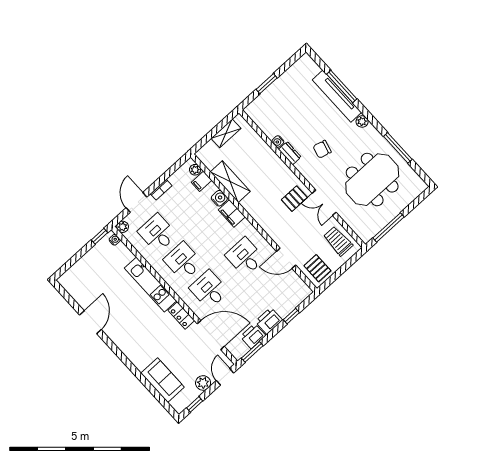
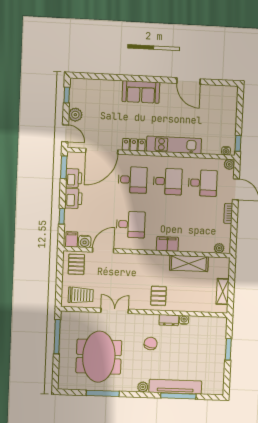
filing cabinet: (202, 181) -> (72, 239), moved
water cooler: (219, 198) -> (85, 241), moved
pallet: (294, 199) -> (159, 296), moved
pallet: (317, 268) -> (76, 264), turned 90
sofa: (163, 380) -> (141, 92), moved

